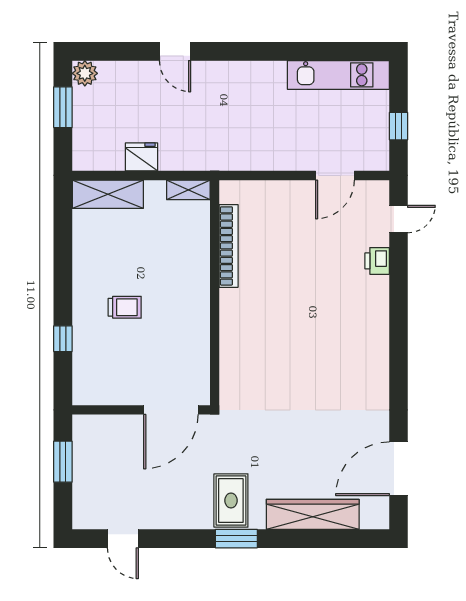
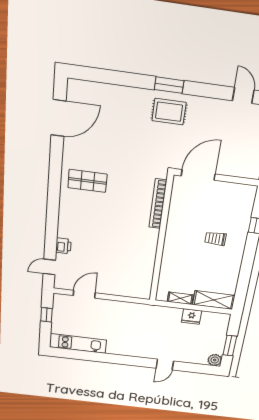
door: (175, 51) -> (165, 365), swing flipped
shelving: (188, 190) -> (180, 298), moved
bookcase: (229, 246) -> (158, 204), moved
shop shelf: (346, 377) -> (87, 181), added
rug: (231, 500) -> (169, 112), turned 90
wardrobe: (313, 514) -> (117, 95), removed

